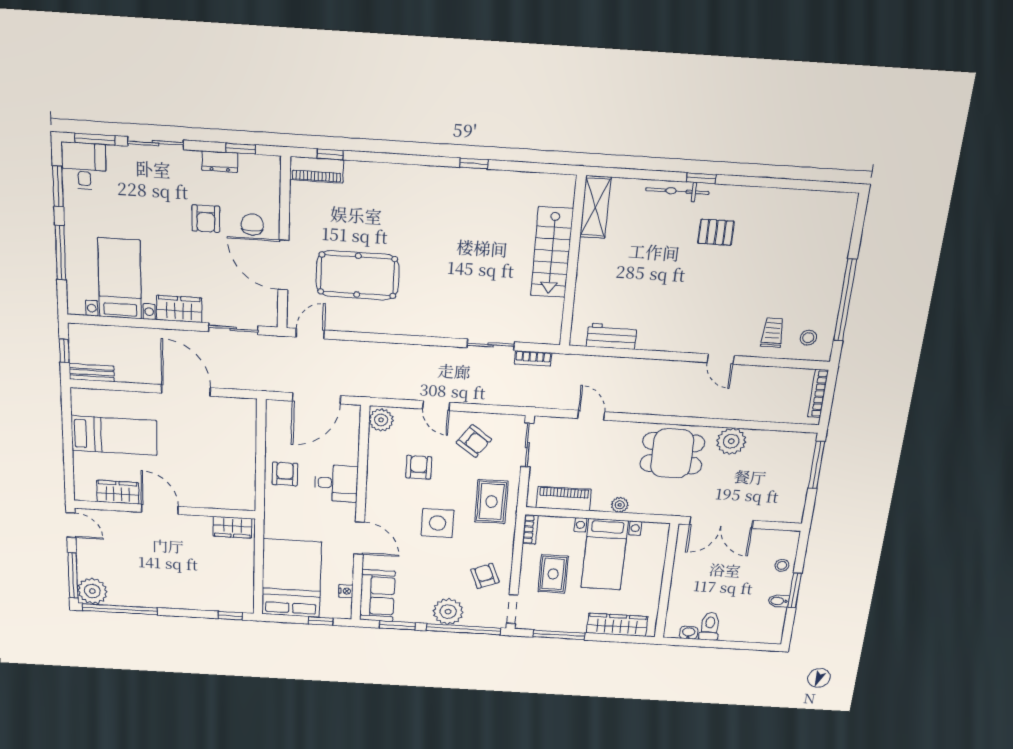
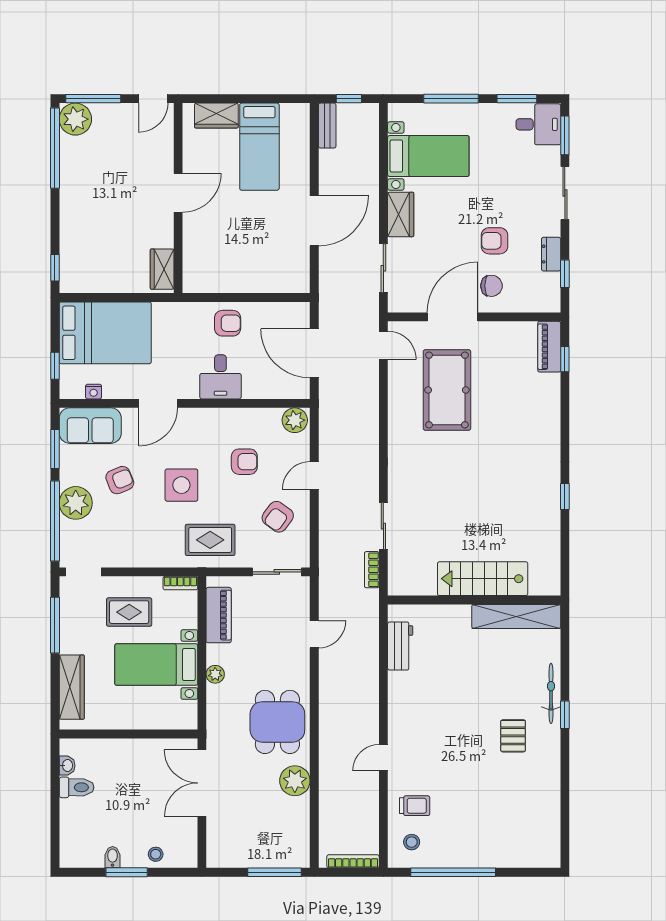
shelving: (595, 207) -> (516, 616), width x1.47
wardrobe: (118, 492) -> (216, 116), moved, turned 90
armchair: (485, 576) -> (120, 480), moved

